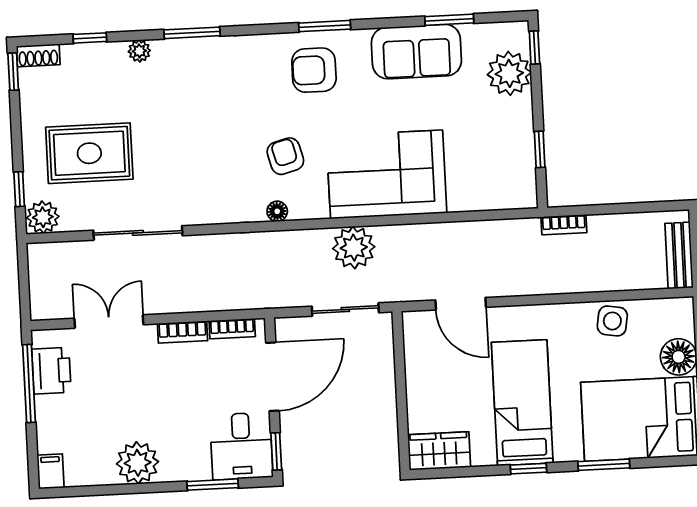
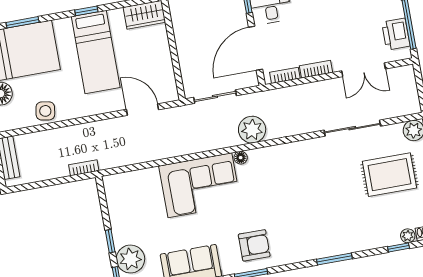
plant: (139, 51) -> (408, 236), moved
window: (540, 149) -> (110, 241), moved
armchair: (285, 156) -> (265, 189), removed
floor lamp: (277, 211) -> (241, 158), moved
plant: (354, 248) -> (252, 130), moved
window: (604, 465) -> (22, 22), moved

